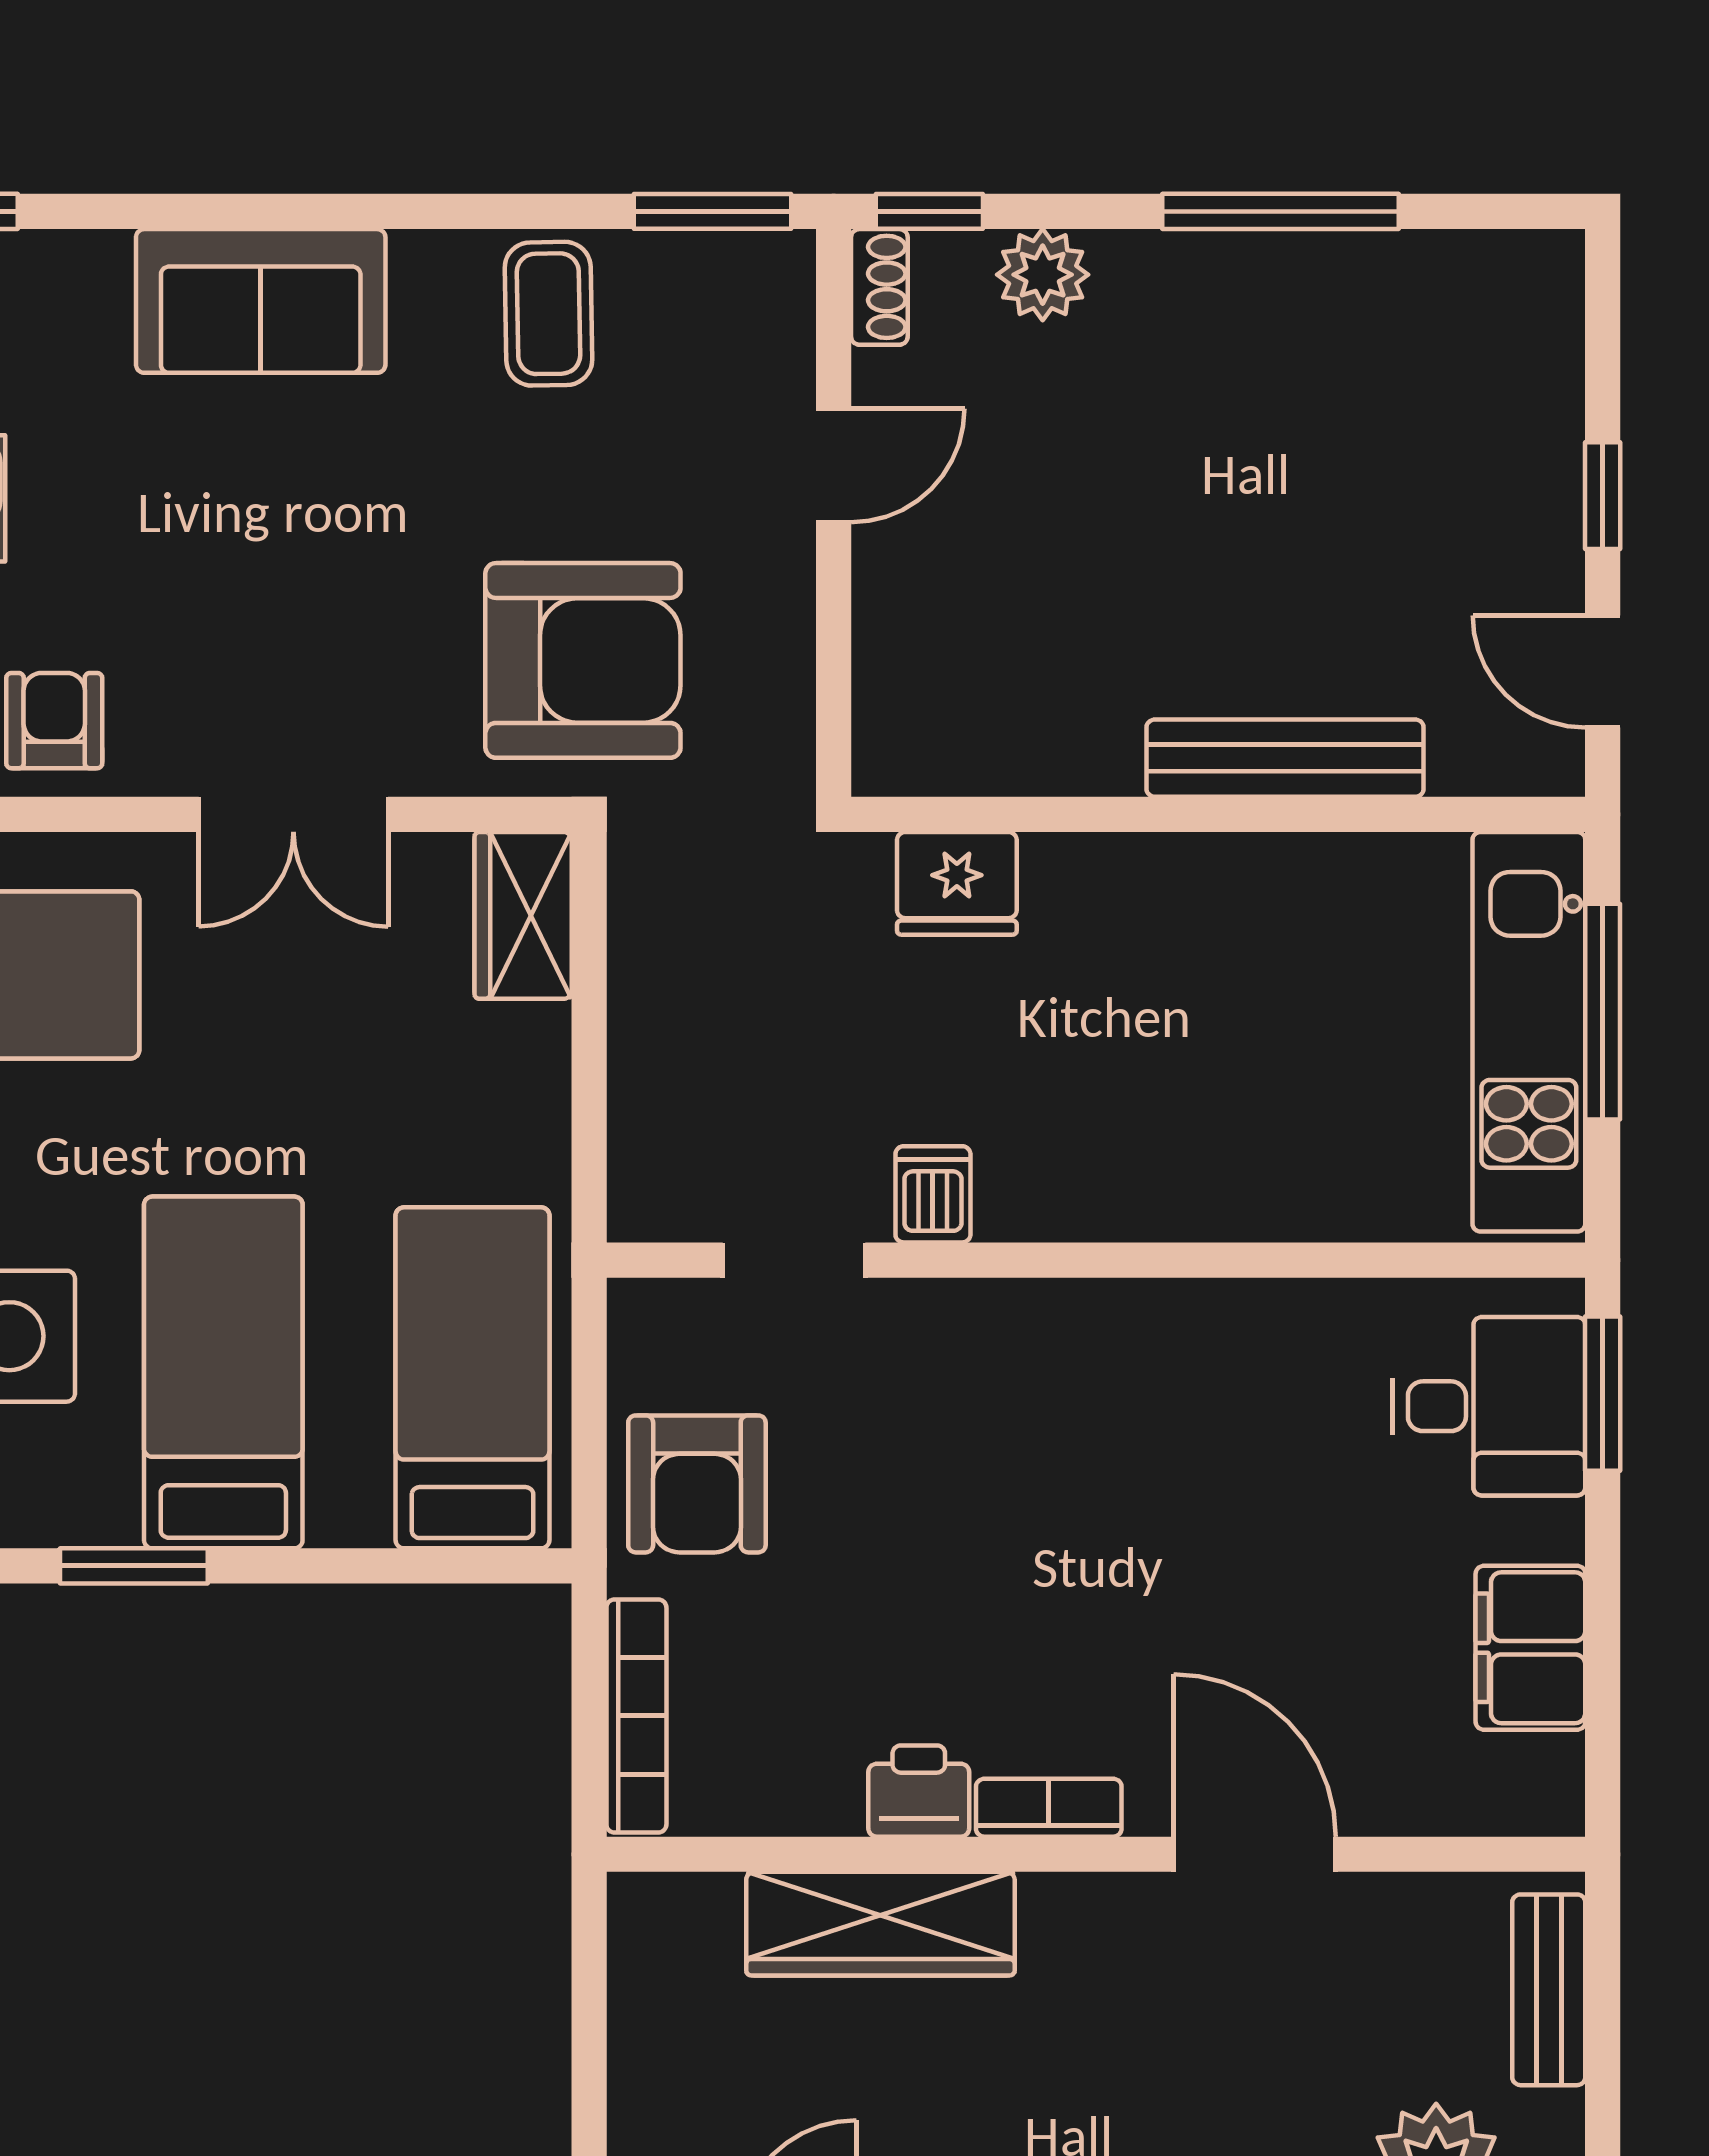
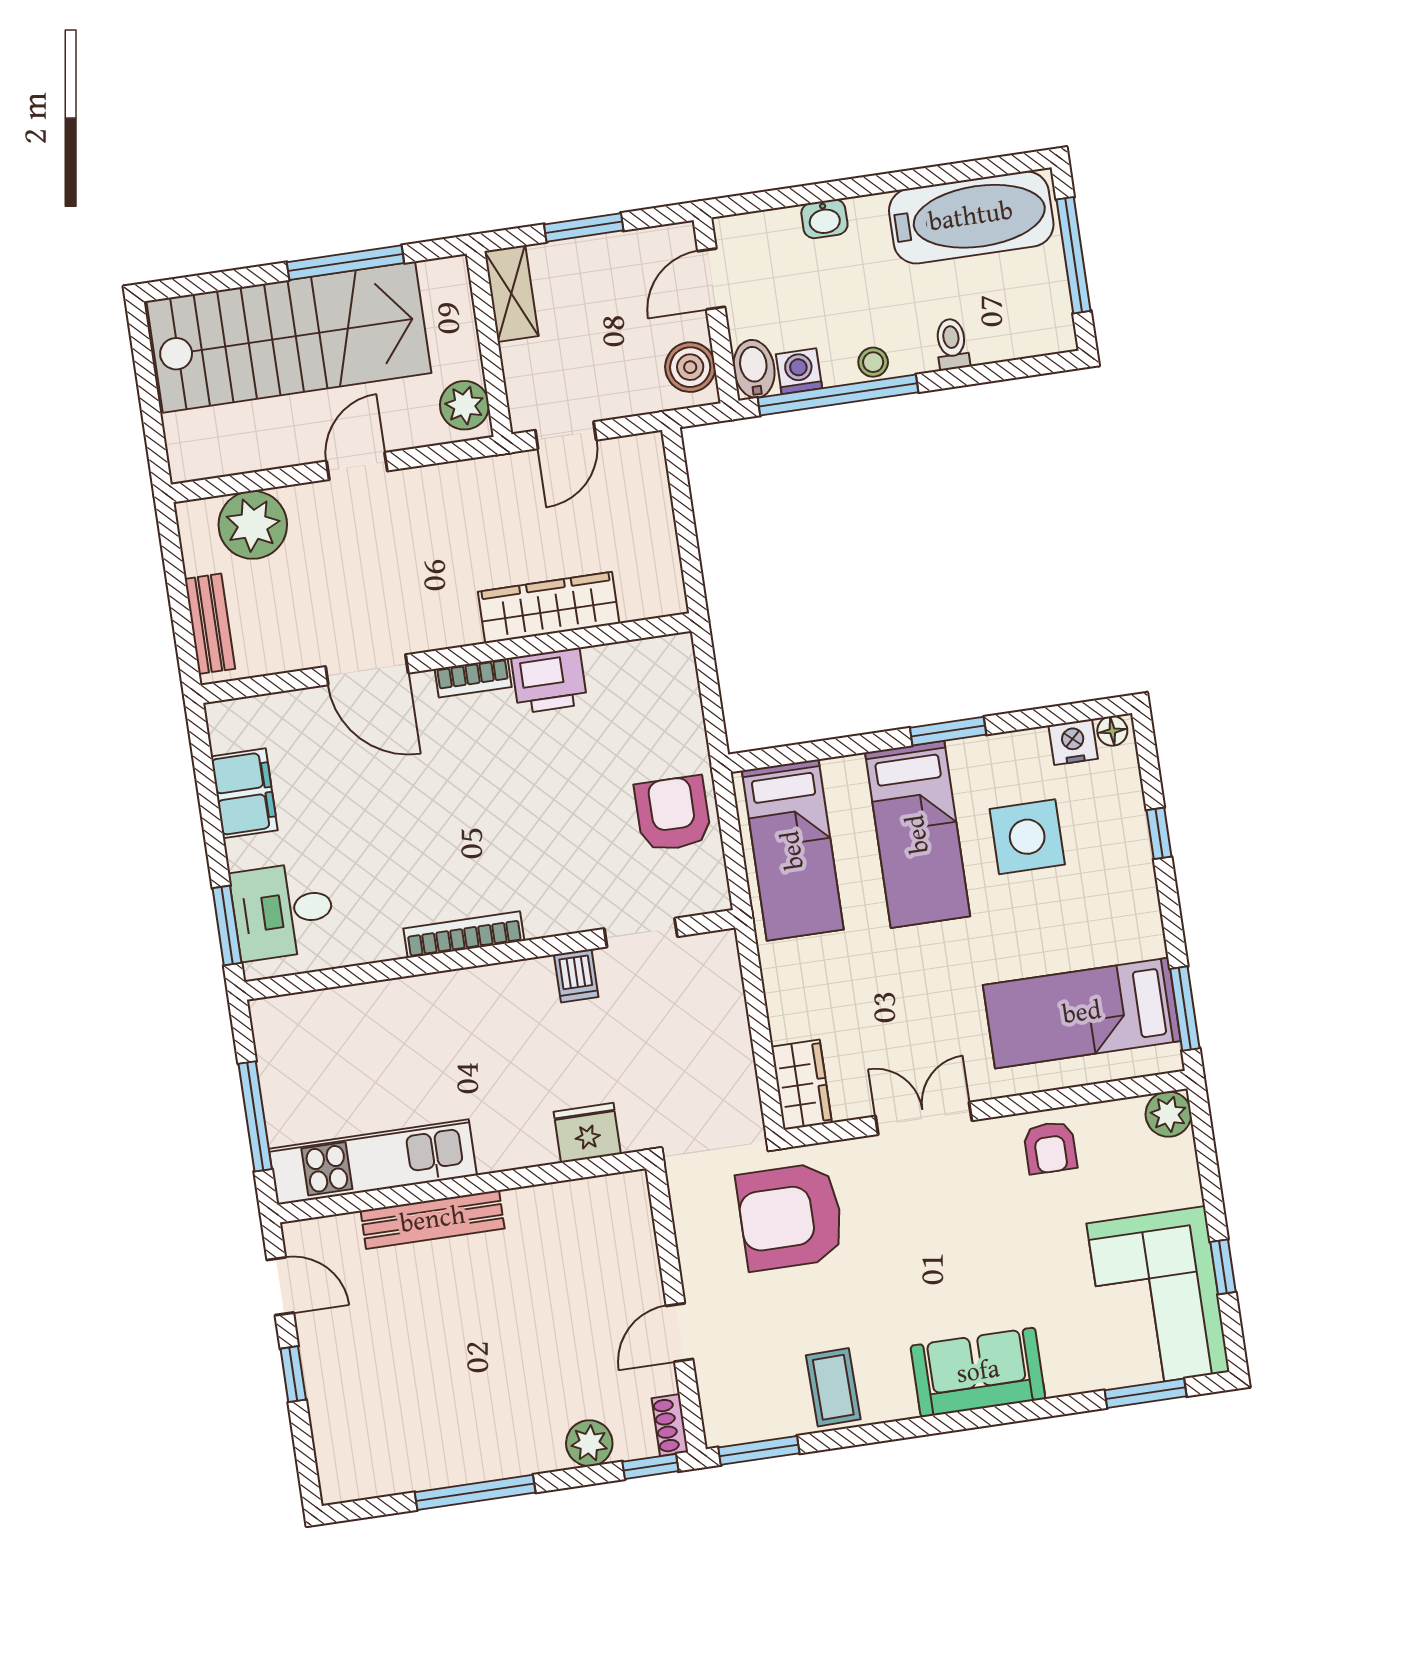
kitchen unit: (1529, 1032) -> (373, 1162), moved, turned -90
bookcase: (636, 1716) -> (464, 935), moved, turned 90
printer: (919, 1791) -> (549, 681), width x1.36, depth x1.24

